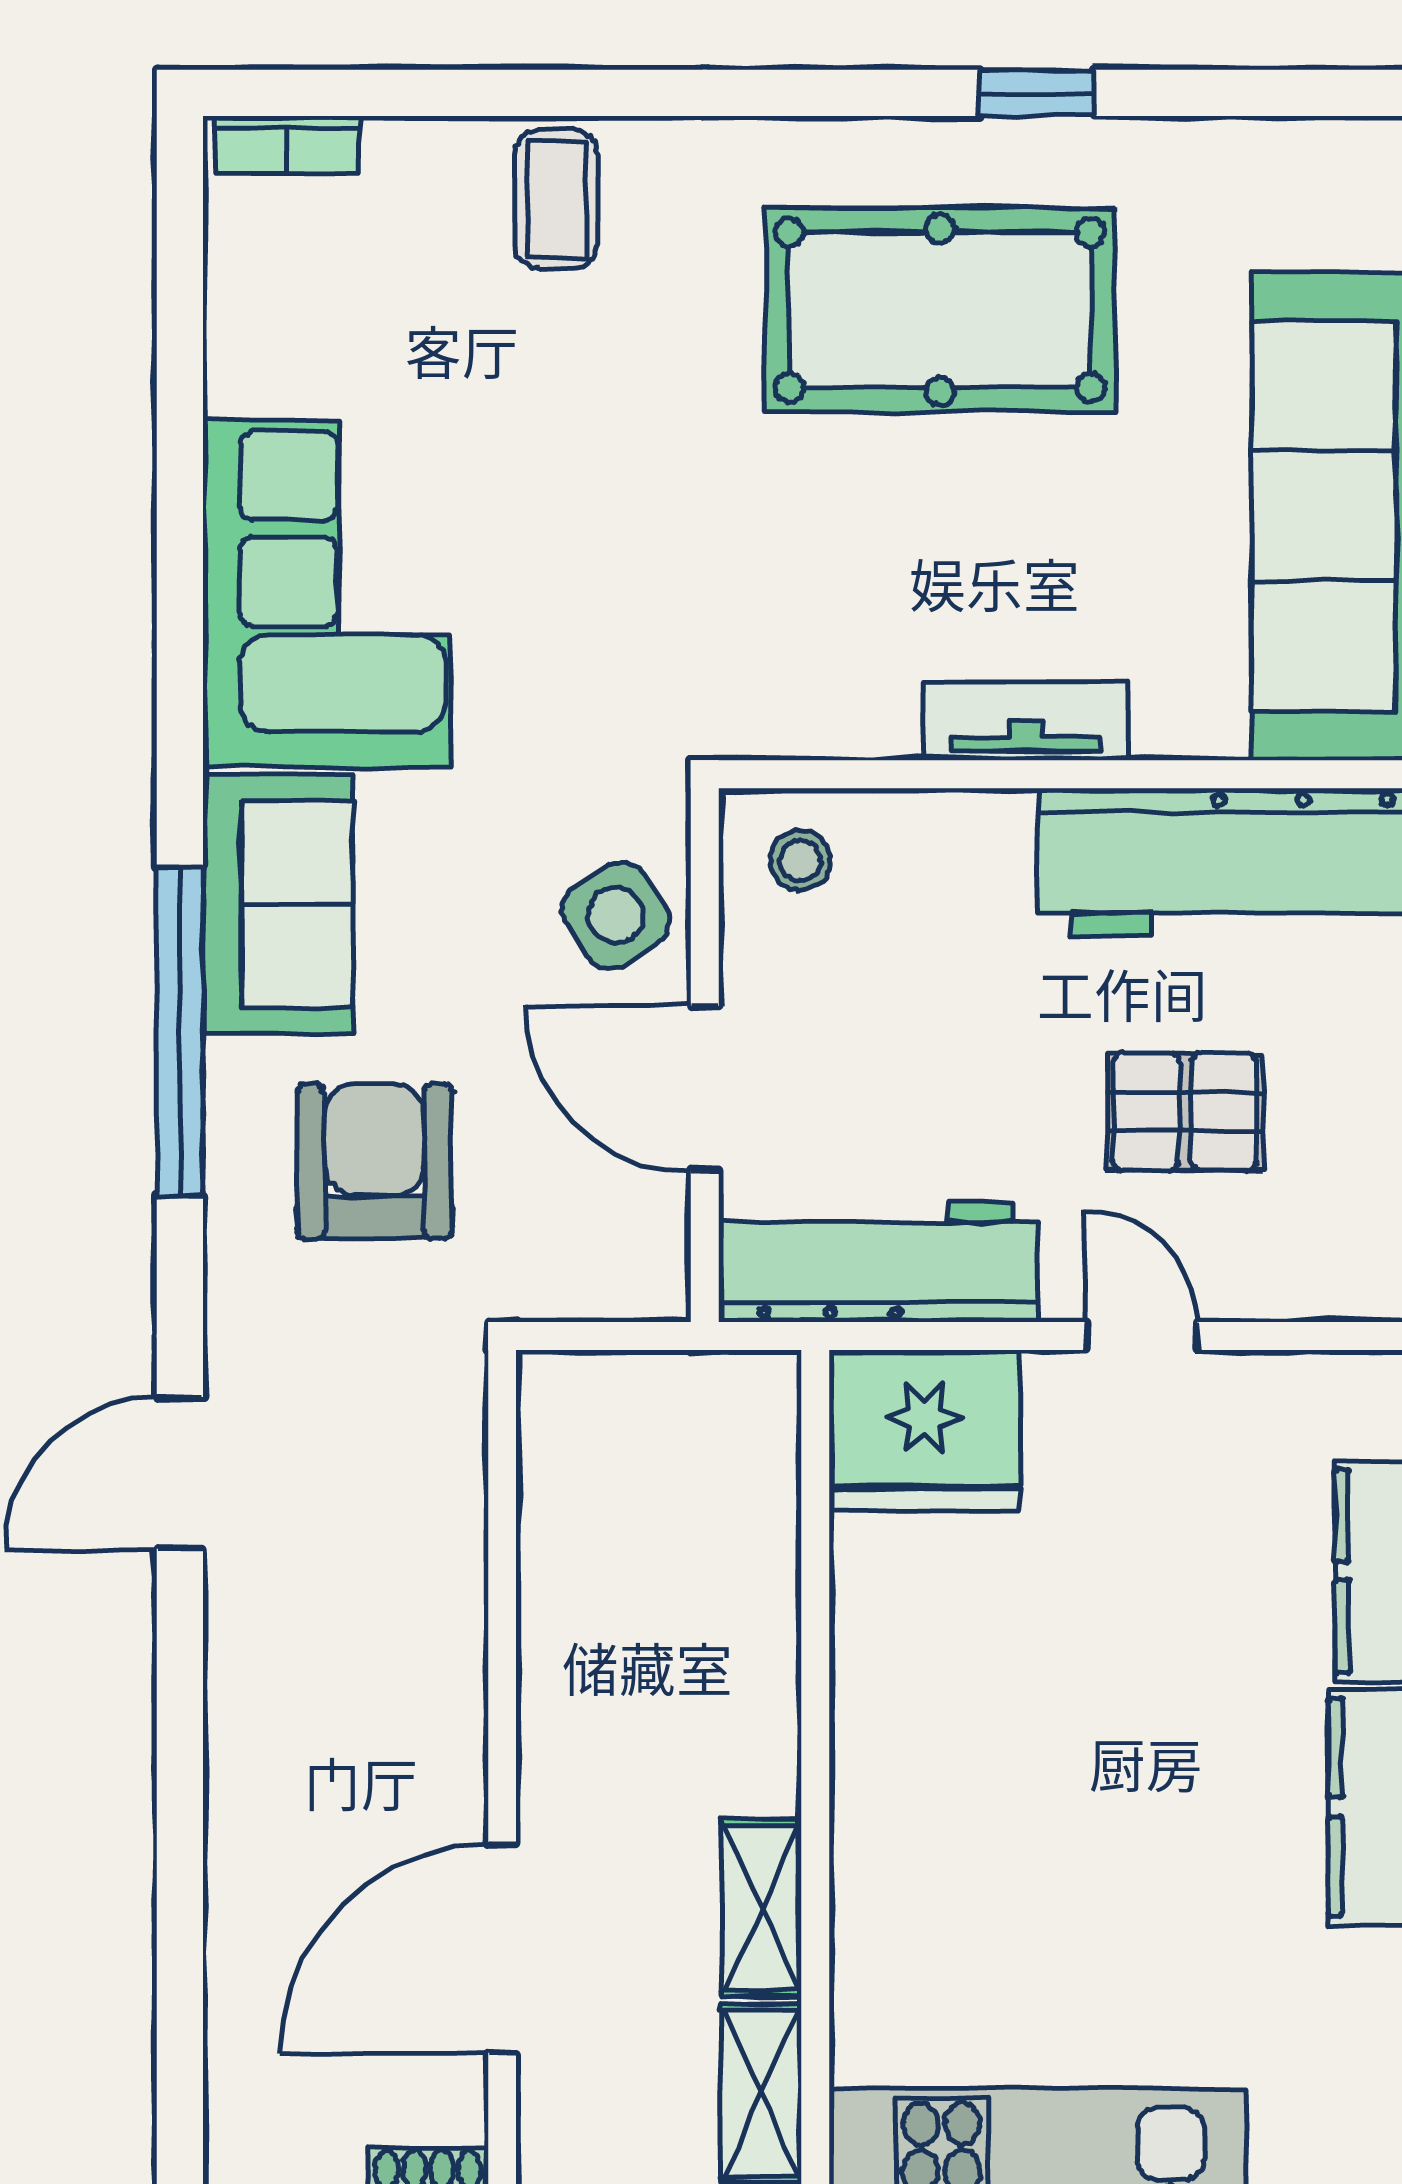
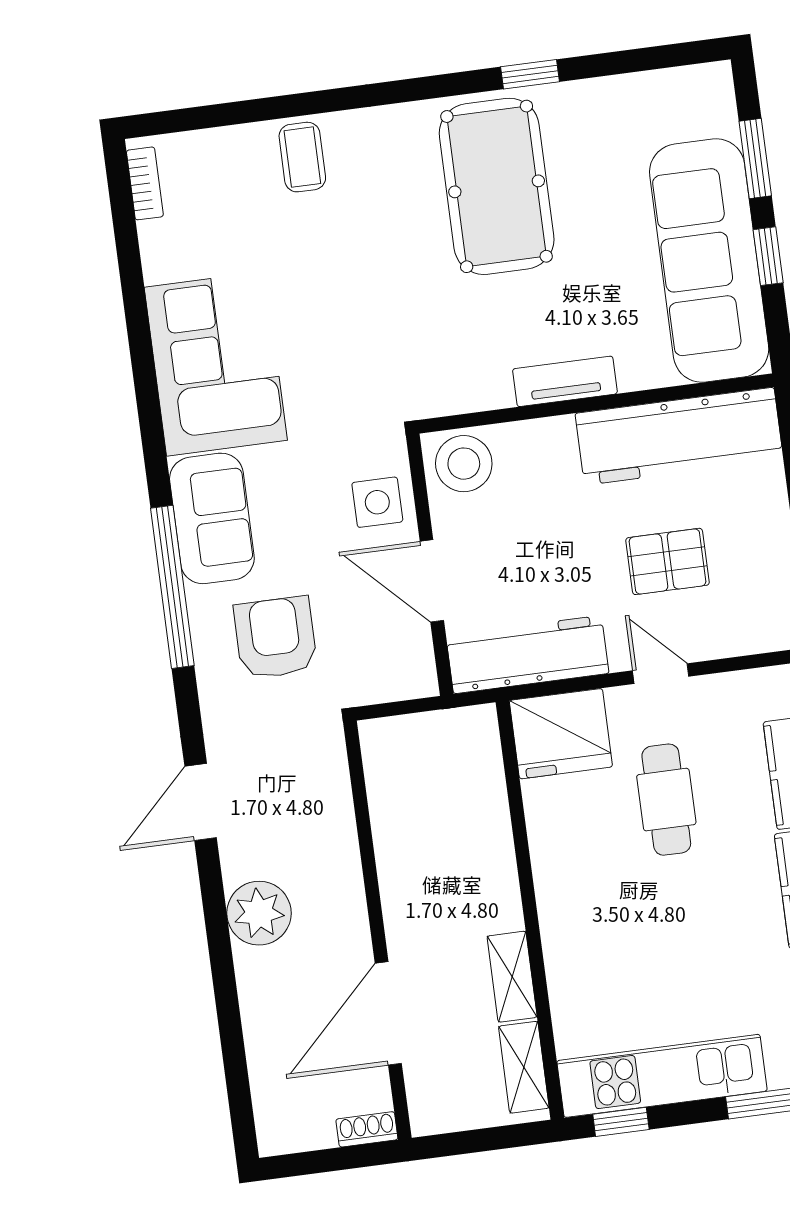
bookcase: (286, 145) -> (145, 183), moved, turned -90
pool table: (940, 310) -> (497, 186), turned 90
stool: (800, 860) -> (464, 464), width x1.89, depth x1.89
side table: (616, 915) -> (377, 502), turned 33
cafe table: (1119, 1592) -> (666, 800), added
plant: (268, 1712) -> (259, 913), added

